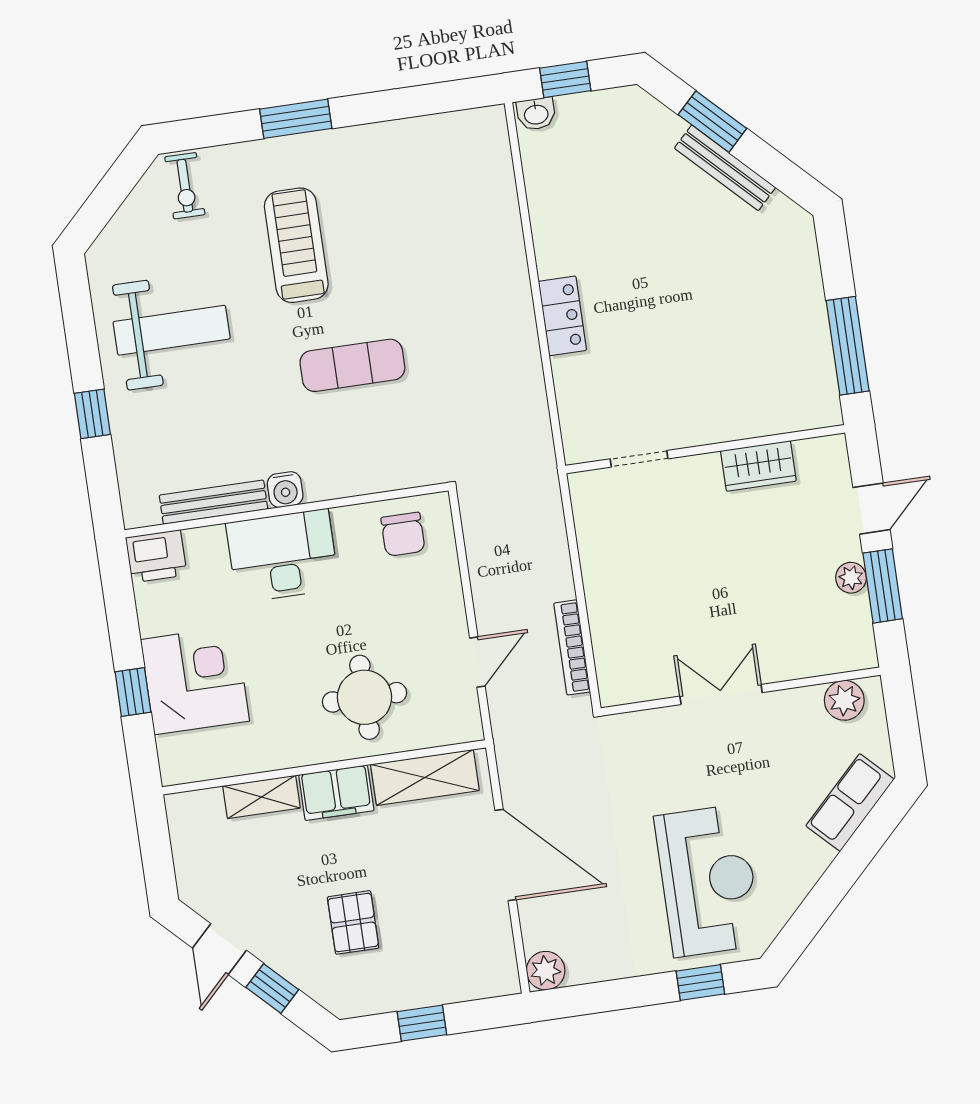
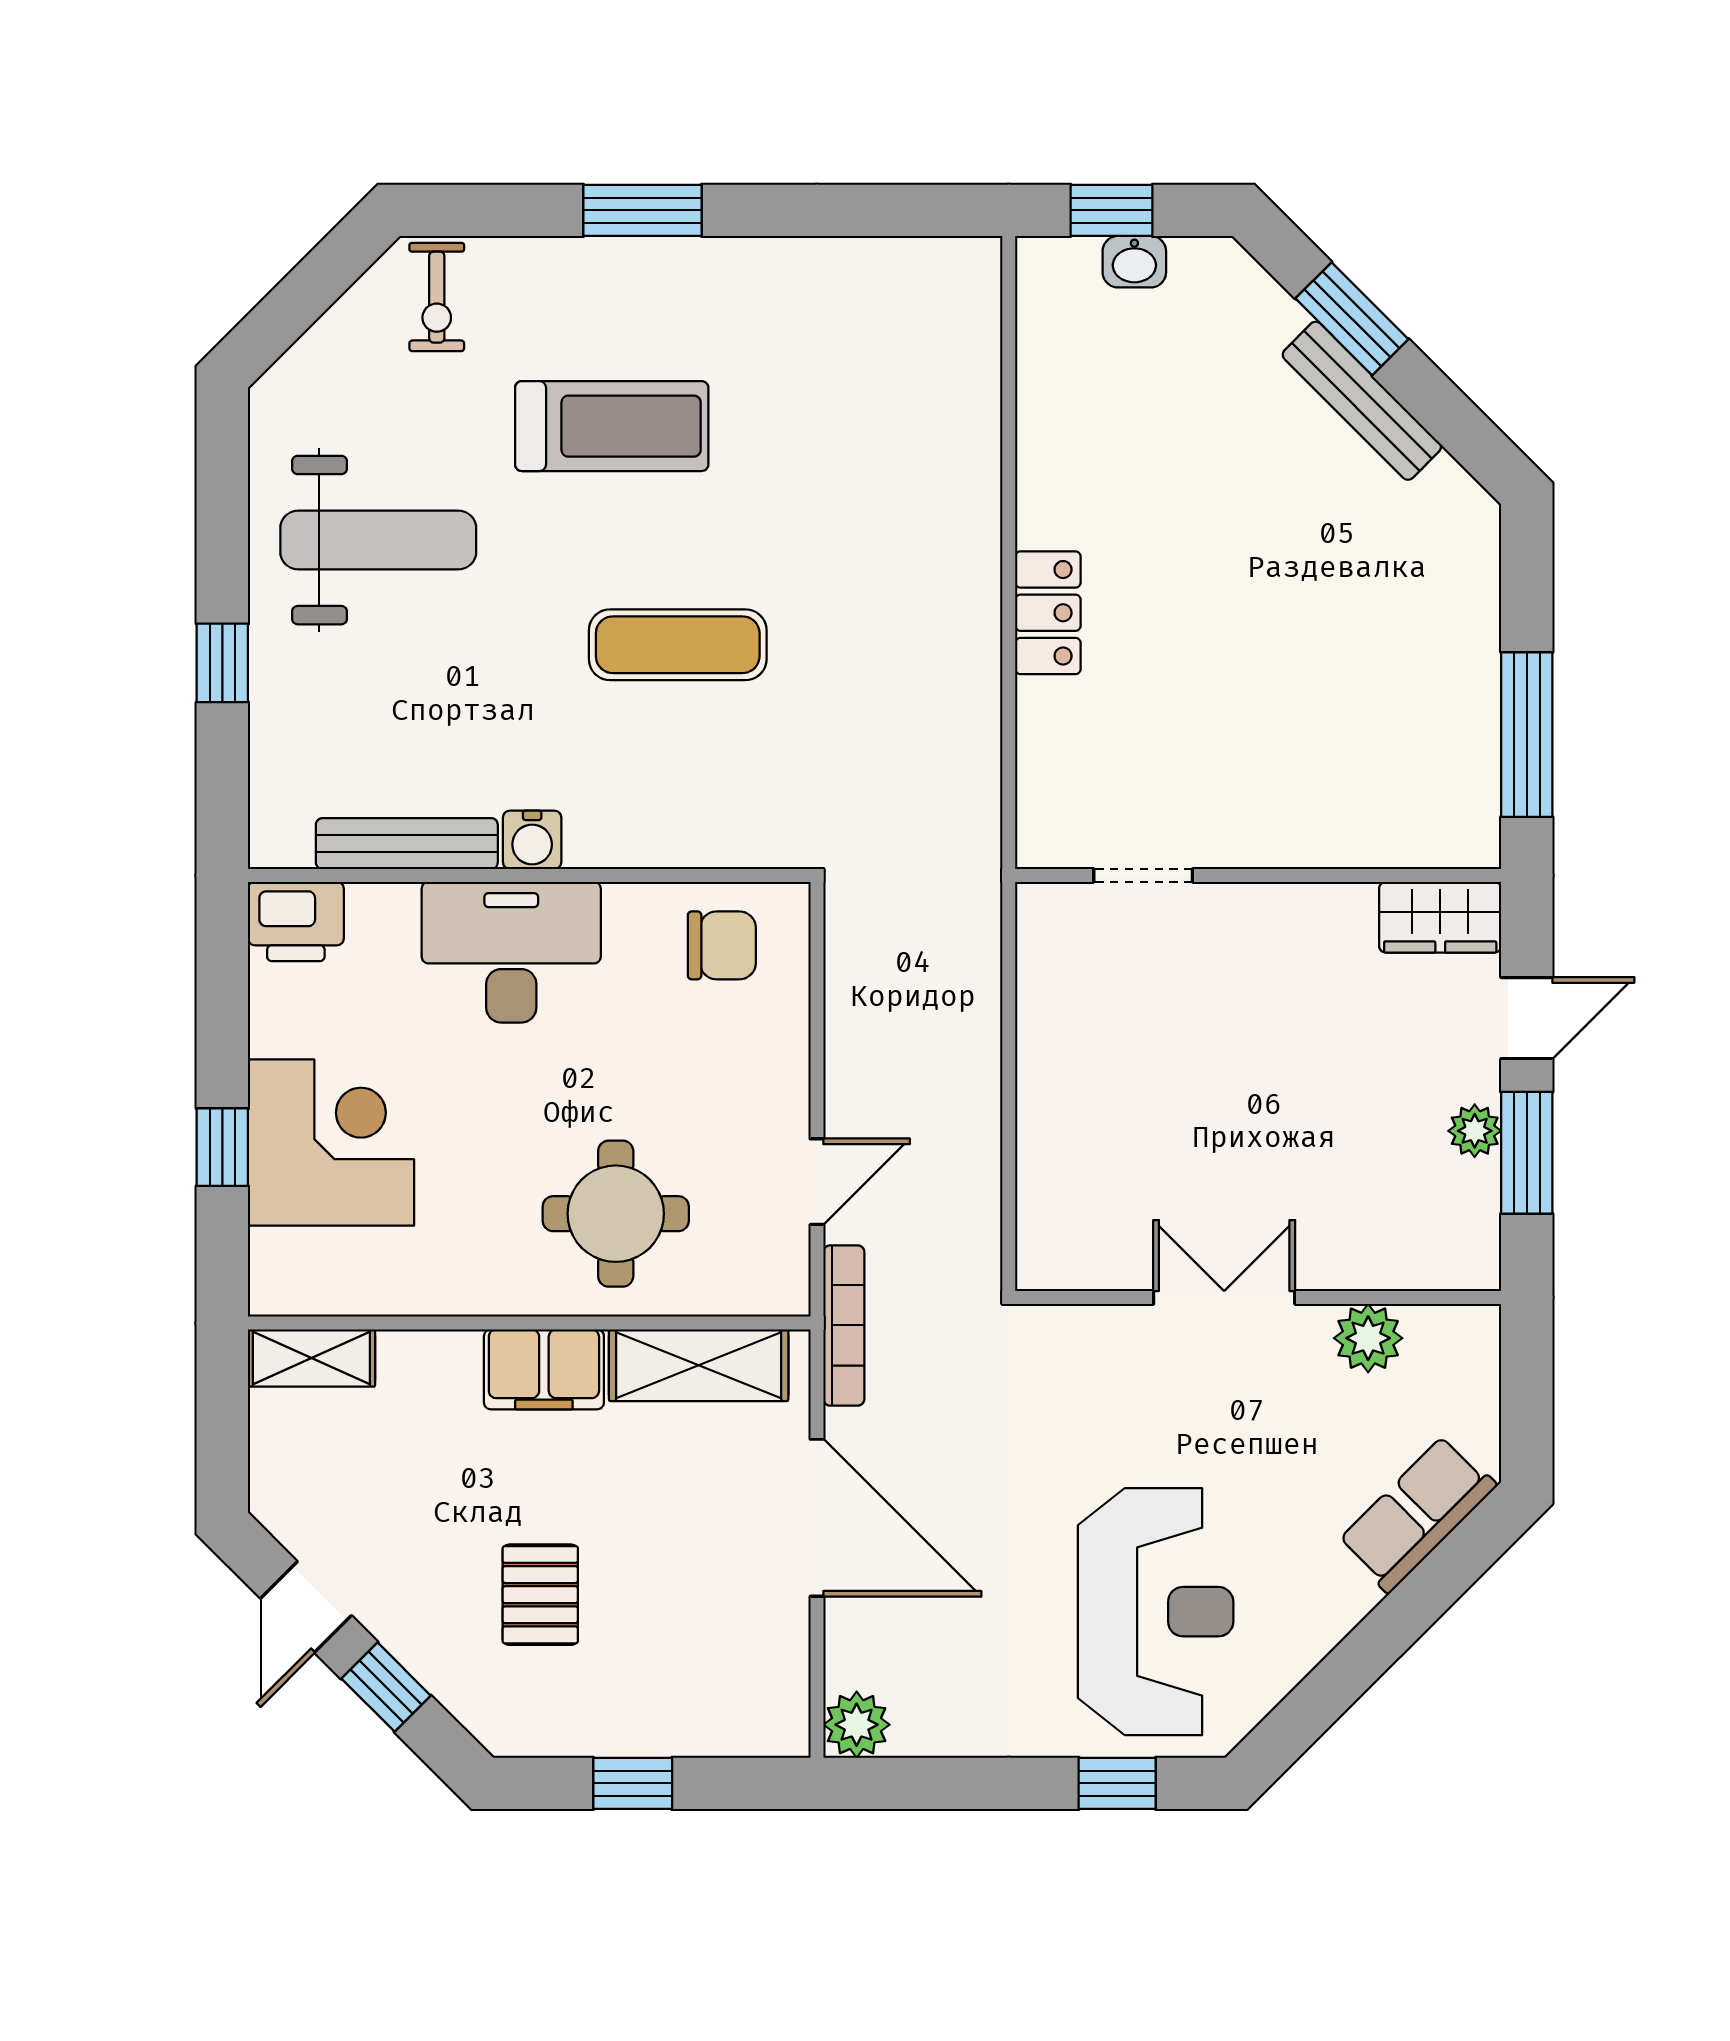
washbasin: (536, 114) -> (1134, 262), moved
treadmill: (296, 245) -> (612, 426), turned 90
wardrobe: (758, 466) -> (1440, 917), moved
chair: (403, 534) -> (722, 945), turned -90
bookcase: (572, 647) -> (844, 1325), moved, turned 180
plant: (844, 700) -> (1368, 1338), moved
shelving: (261, 797) -> (311, 1358), moved

